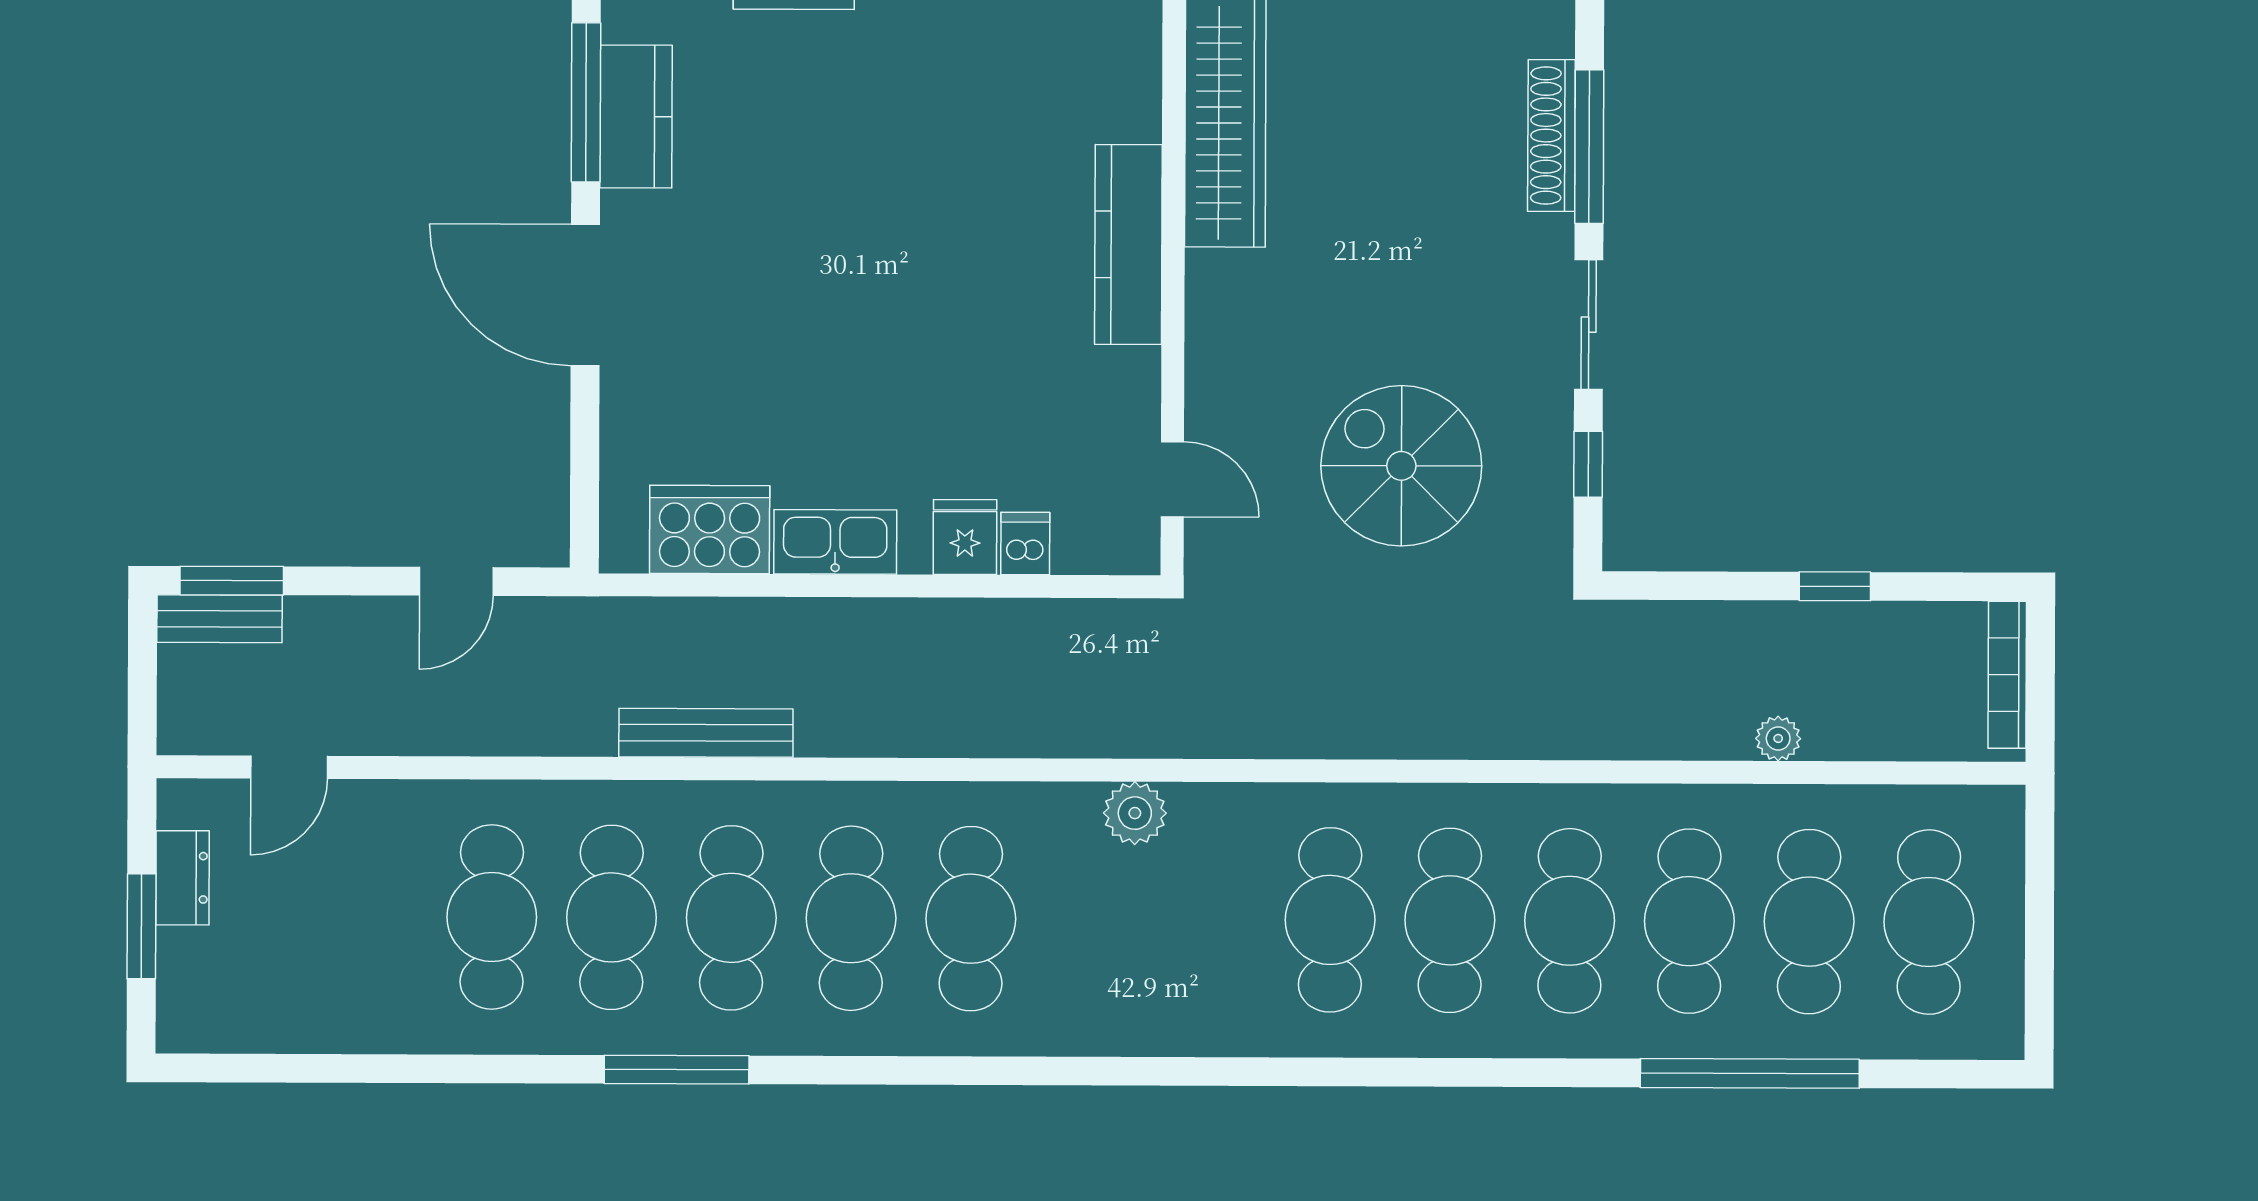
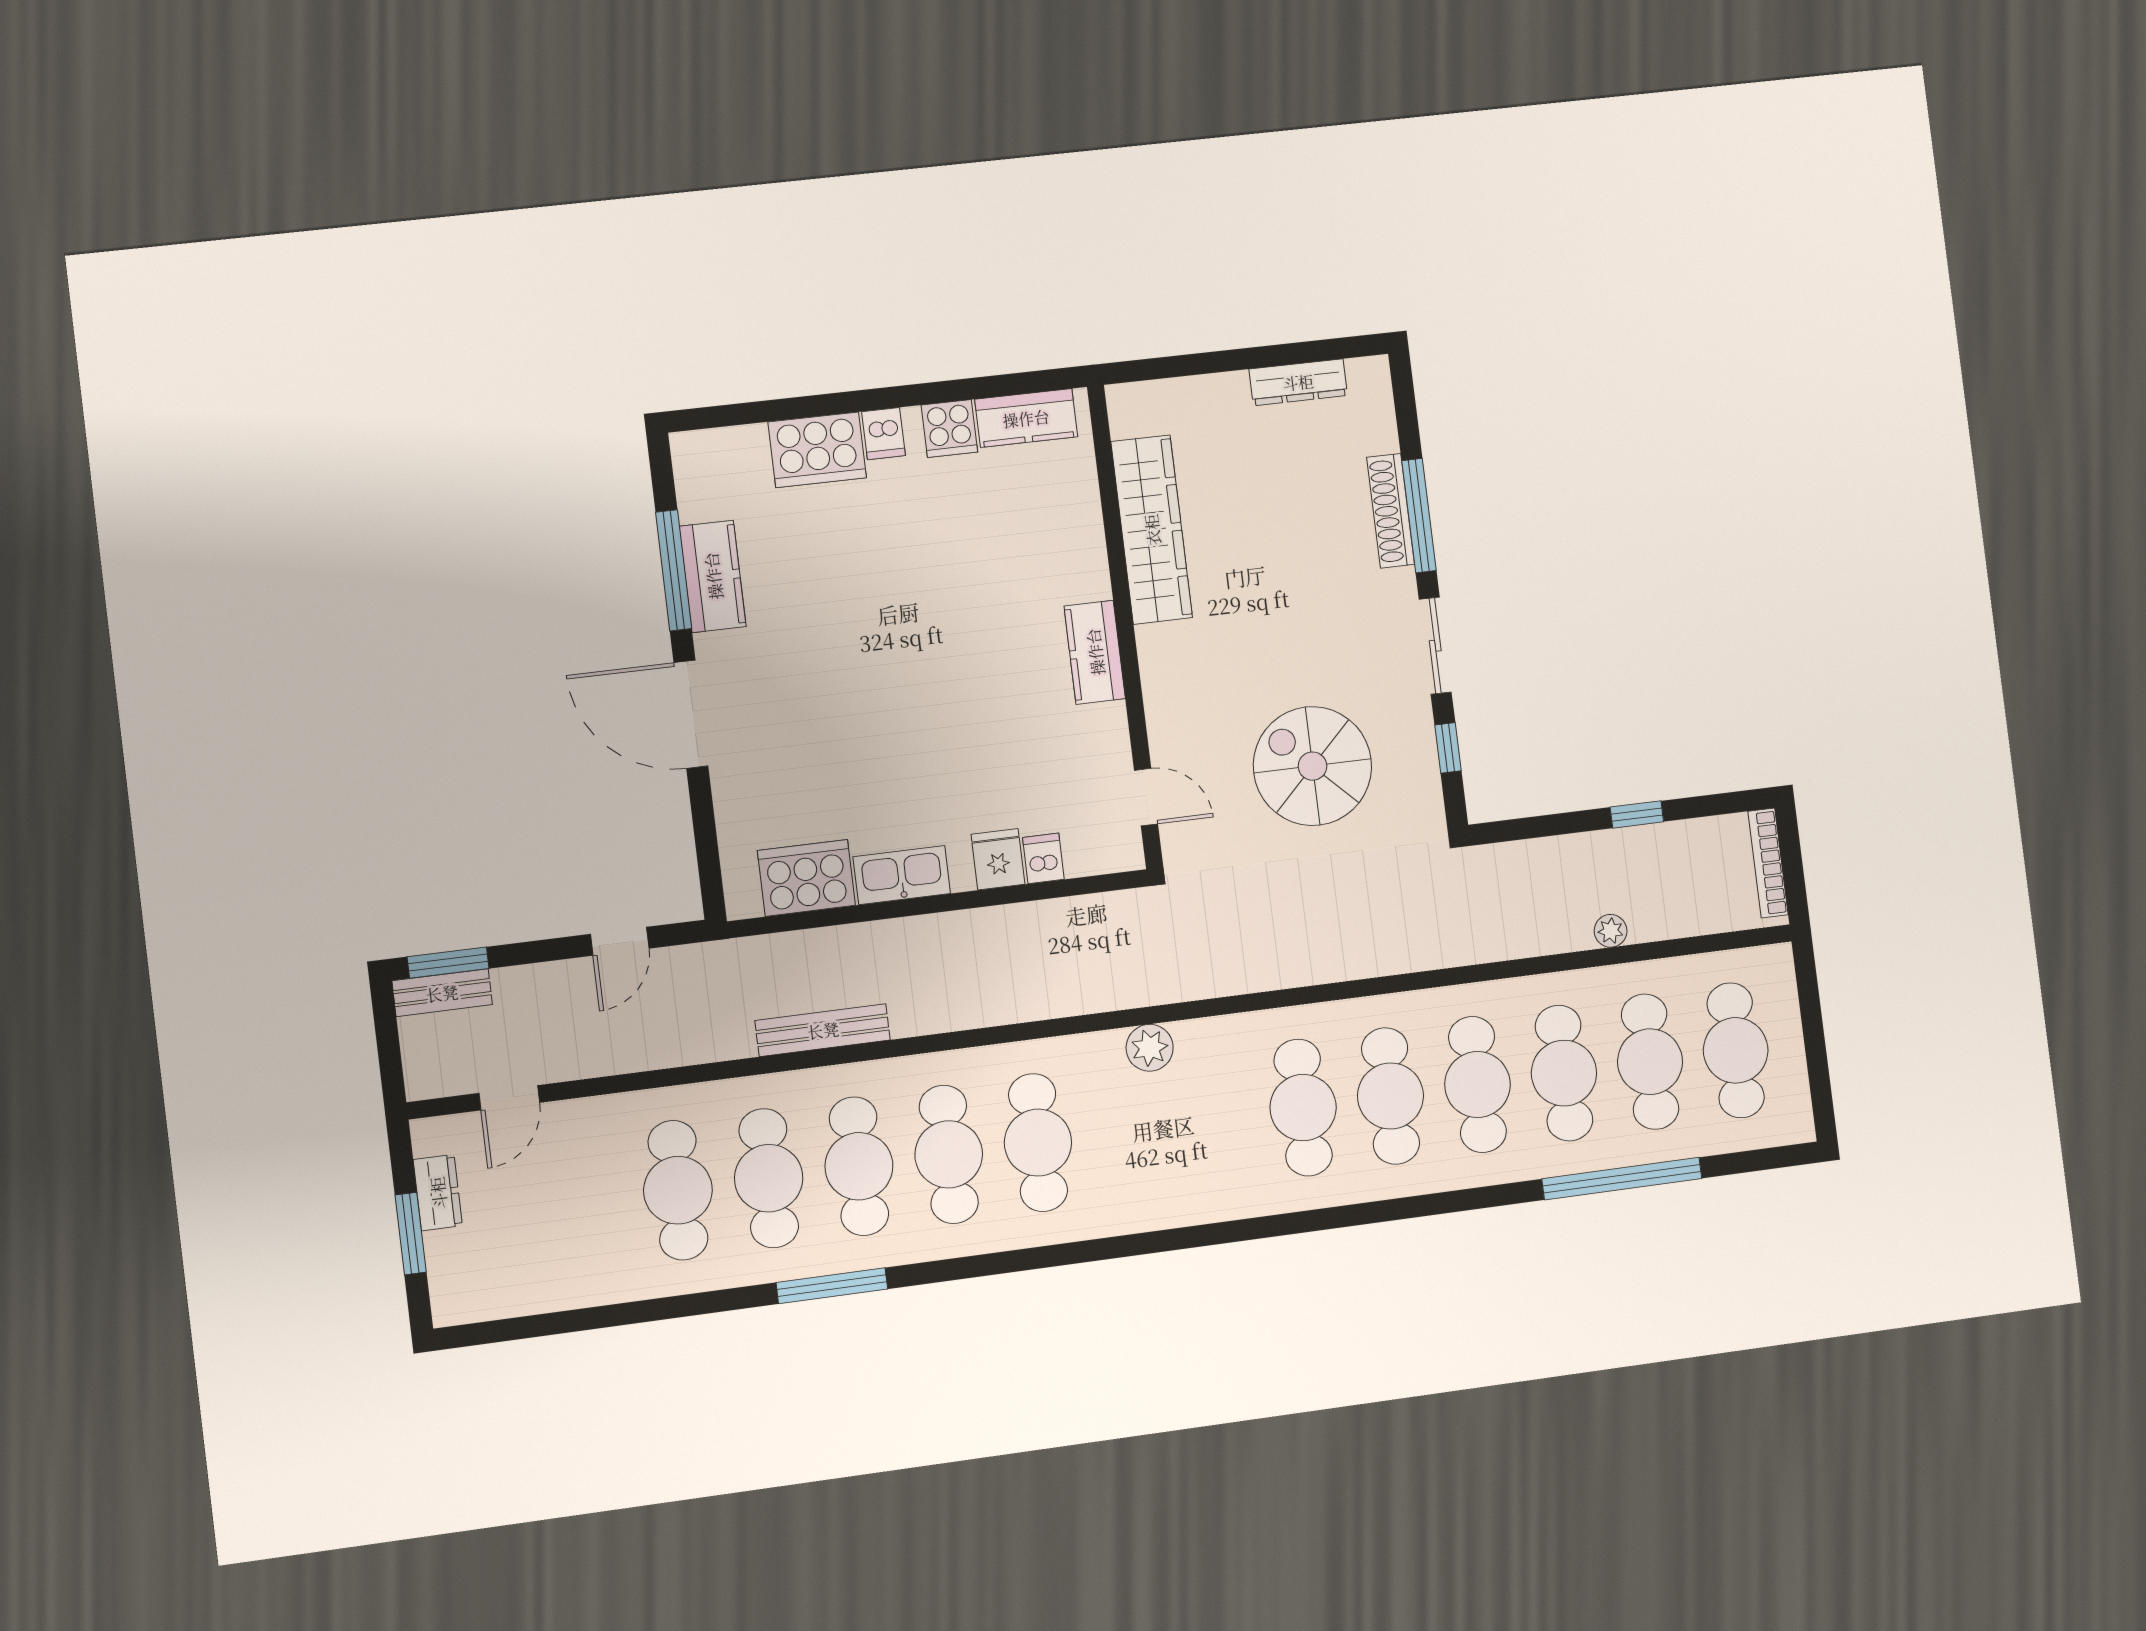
kitchen counter: (1128, 245) -> (1095, 652), width x0.67

